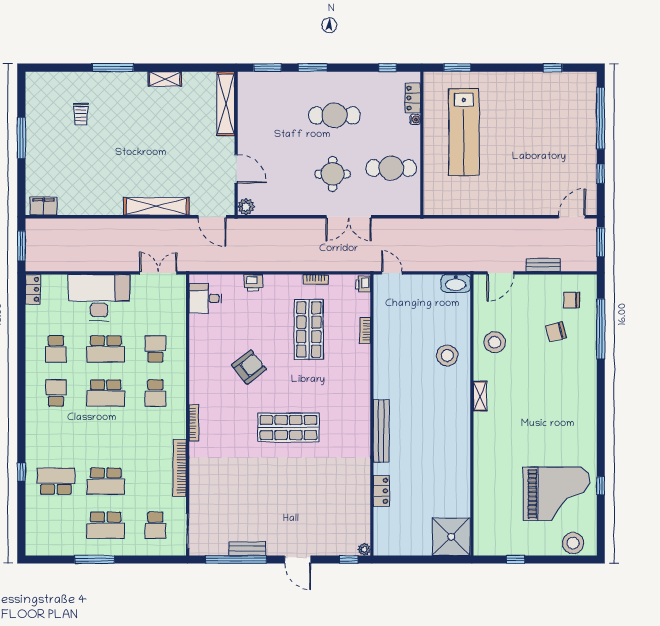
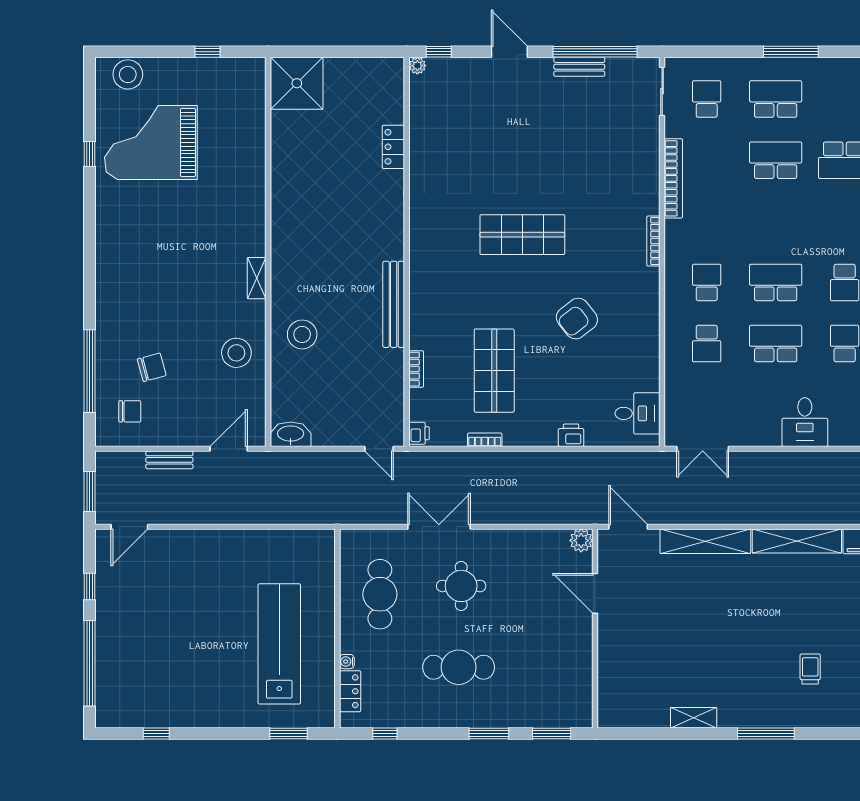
shelving: (226, 104) -> (797, 541), moved, turned 90
cafe table: (391, 168) -> (380, 594), turned 90
desk: (99, 297) -> (805, 422), width x0.53, depth x0.77
bench: (381, 431) -> (394, 304), moved

